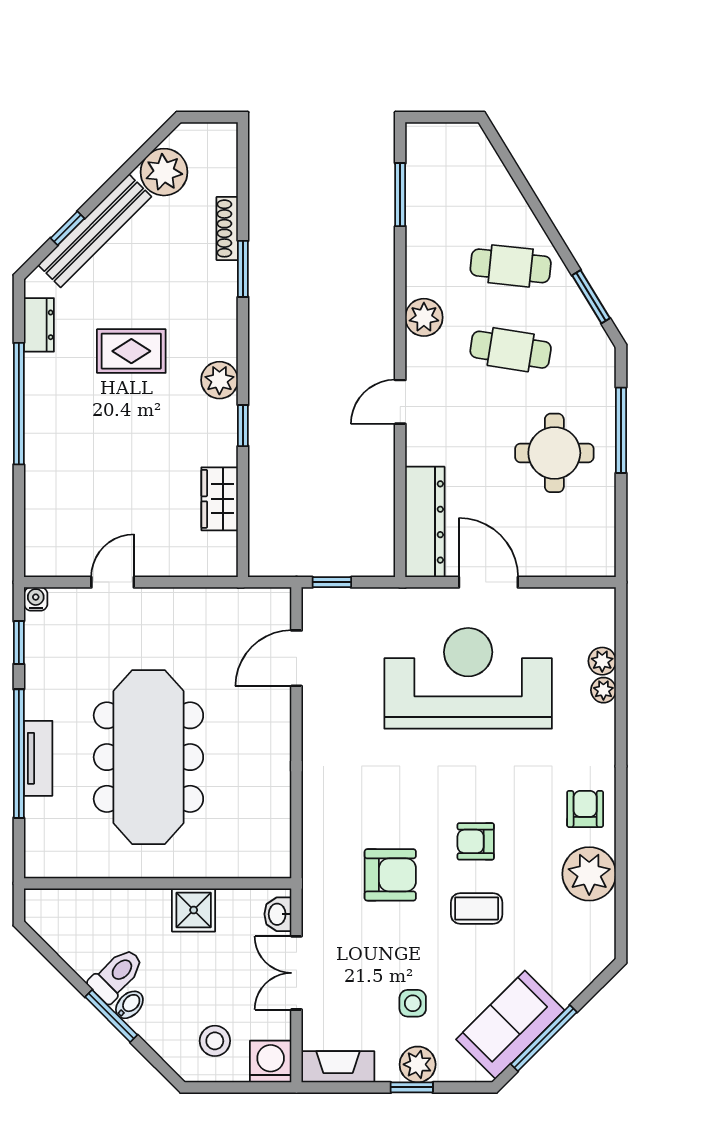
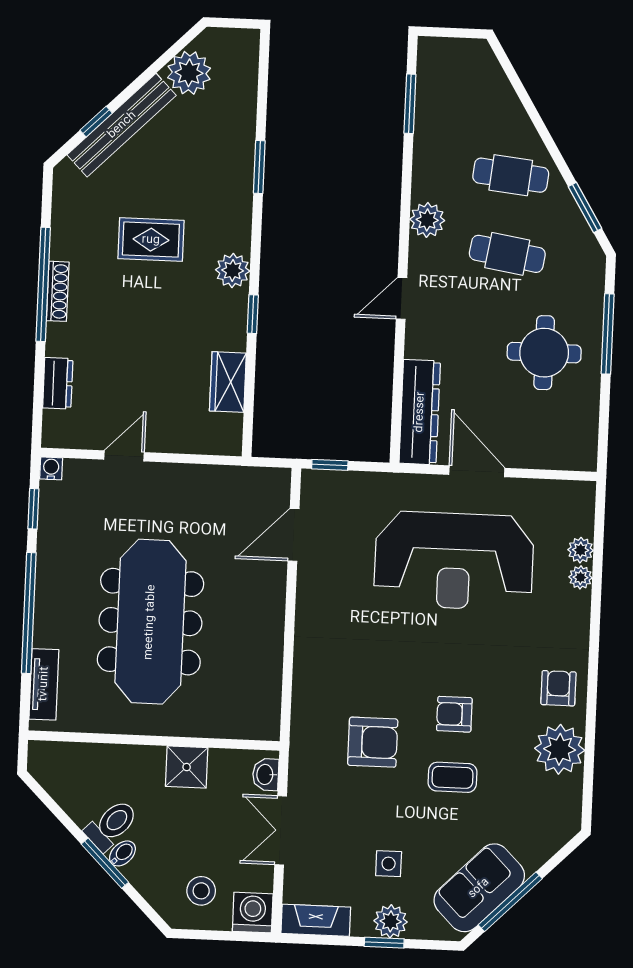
shoe rack: (227, 228) -> (58, 291), moved, turned 180
dresser: (39, 325) -> (58, 383), moved
reception desk: (468, 678) -> (454, 561), turned 180
tv unit: (38, 758) -> (44, 684), moved

